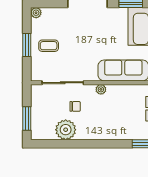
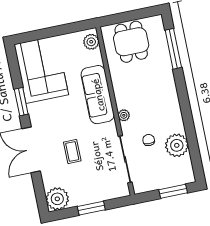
plant: (36, 13) -> (57, 199), width x1.87, depth x1.87
coffee table: (49, 46) -> (72, 151), moved

